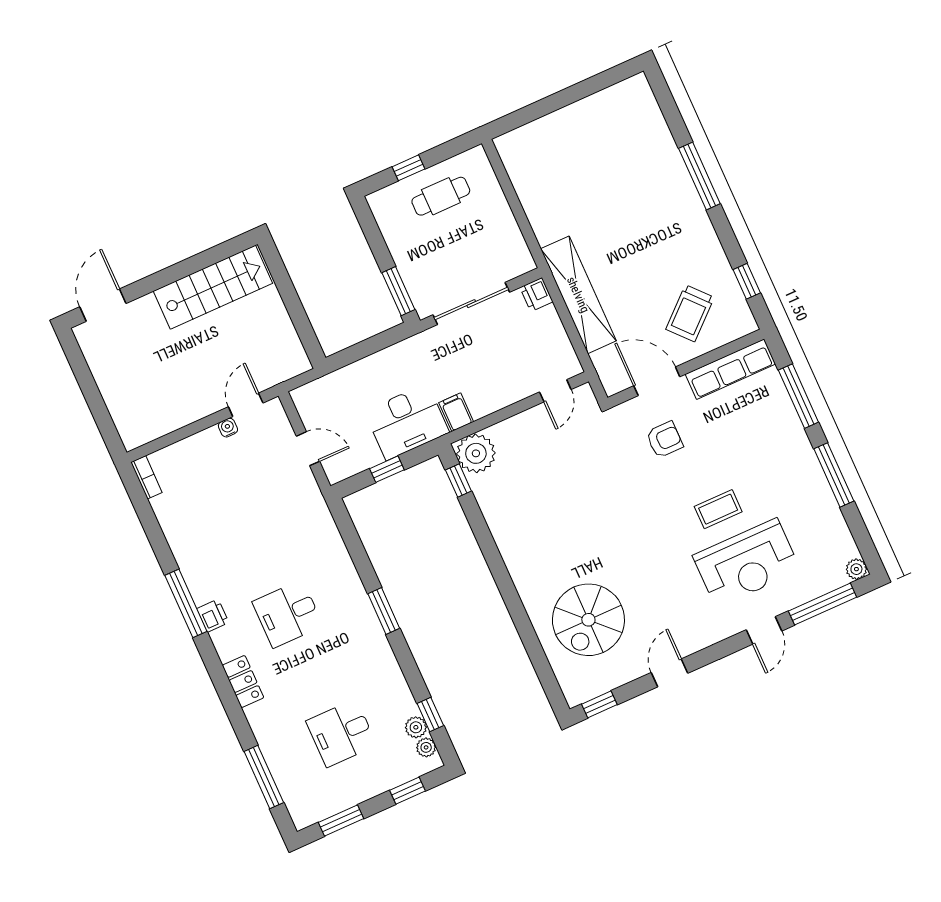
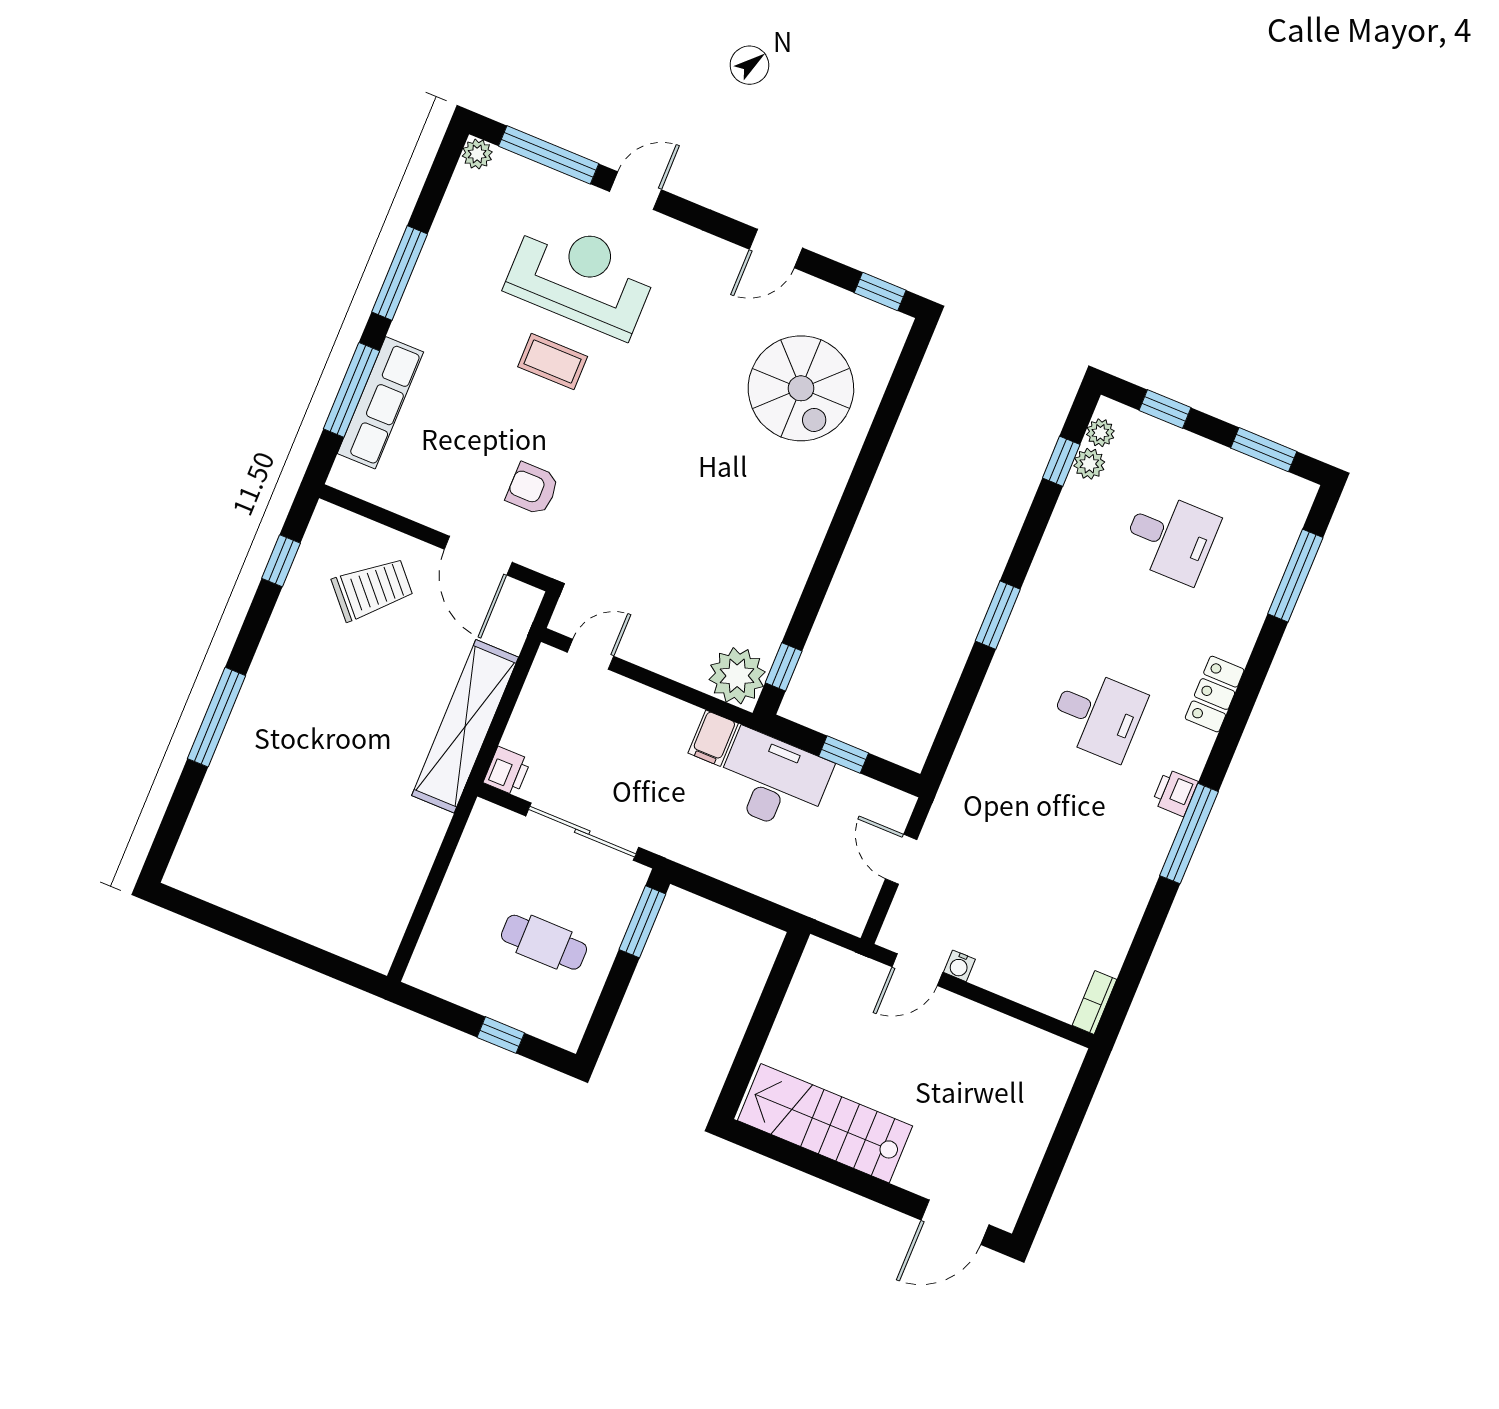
cafe table: (441, 196) -> (544, 942), moved
row of seats: (730, 369) -> (380, 403), moved, turned 90
spiral stairs: (588, 620) -> (801, 388), turned 90

